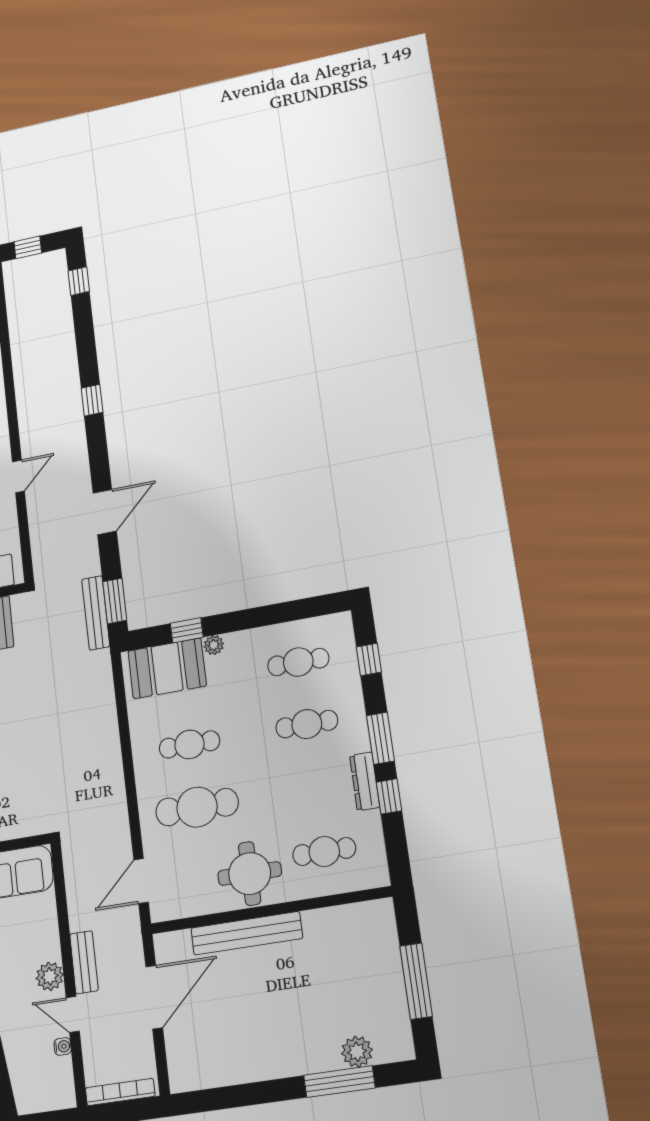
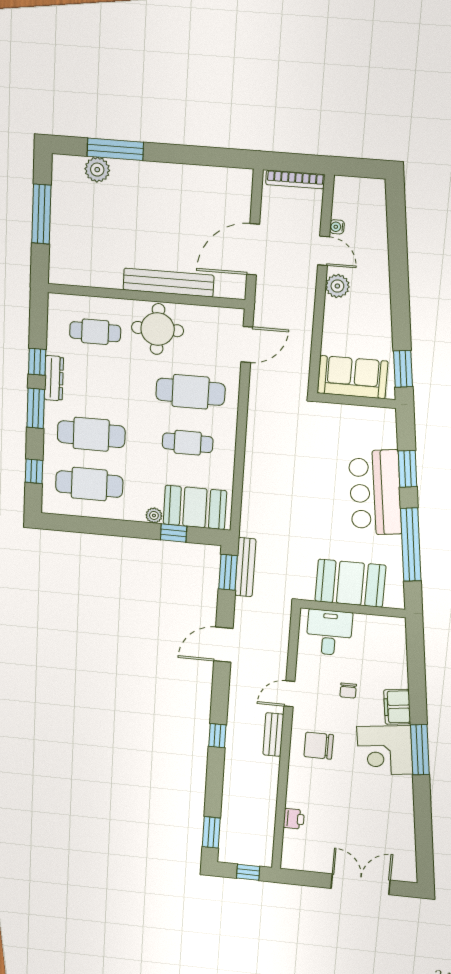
window: (79, 281) -> (211, 832), width x1.50
cafe table: (298, 662) -> (89, 484), width x1.37, depth x1.35
cafe table: (307, 724) -> (91, 434), width x1.37, depth x1.35
bench: (84, 962) -> (273, 735), moved

